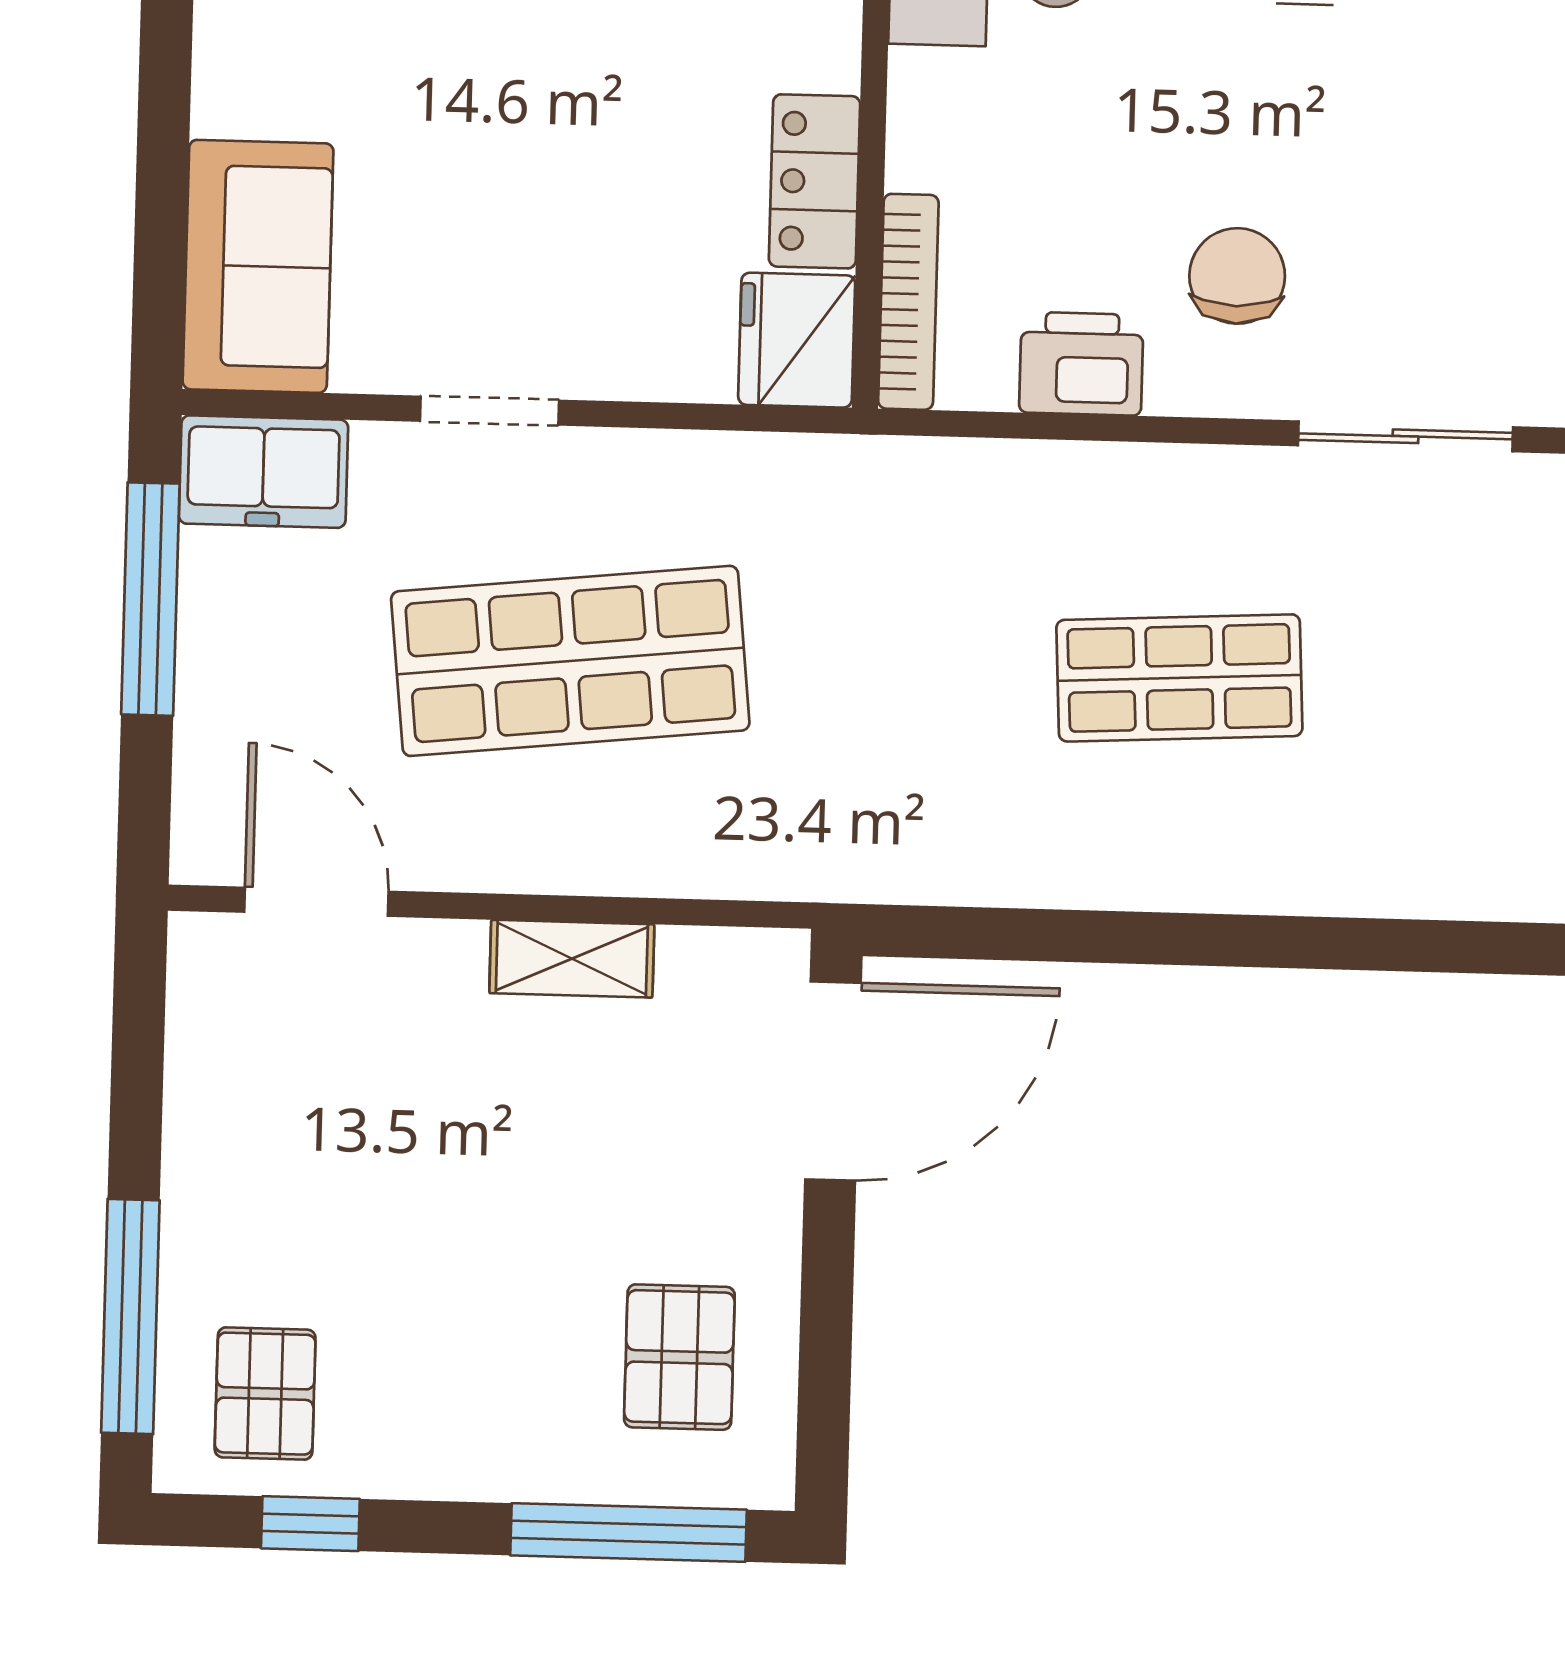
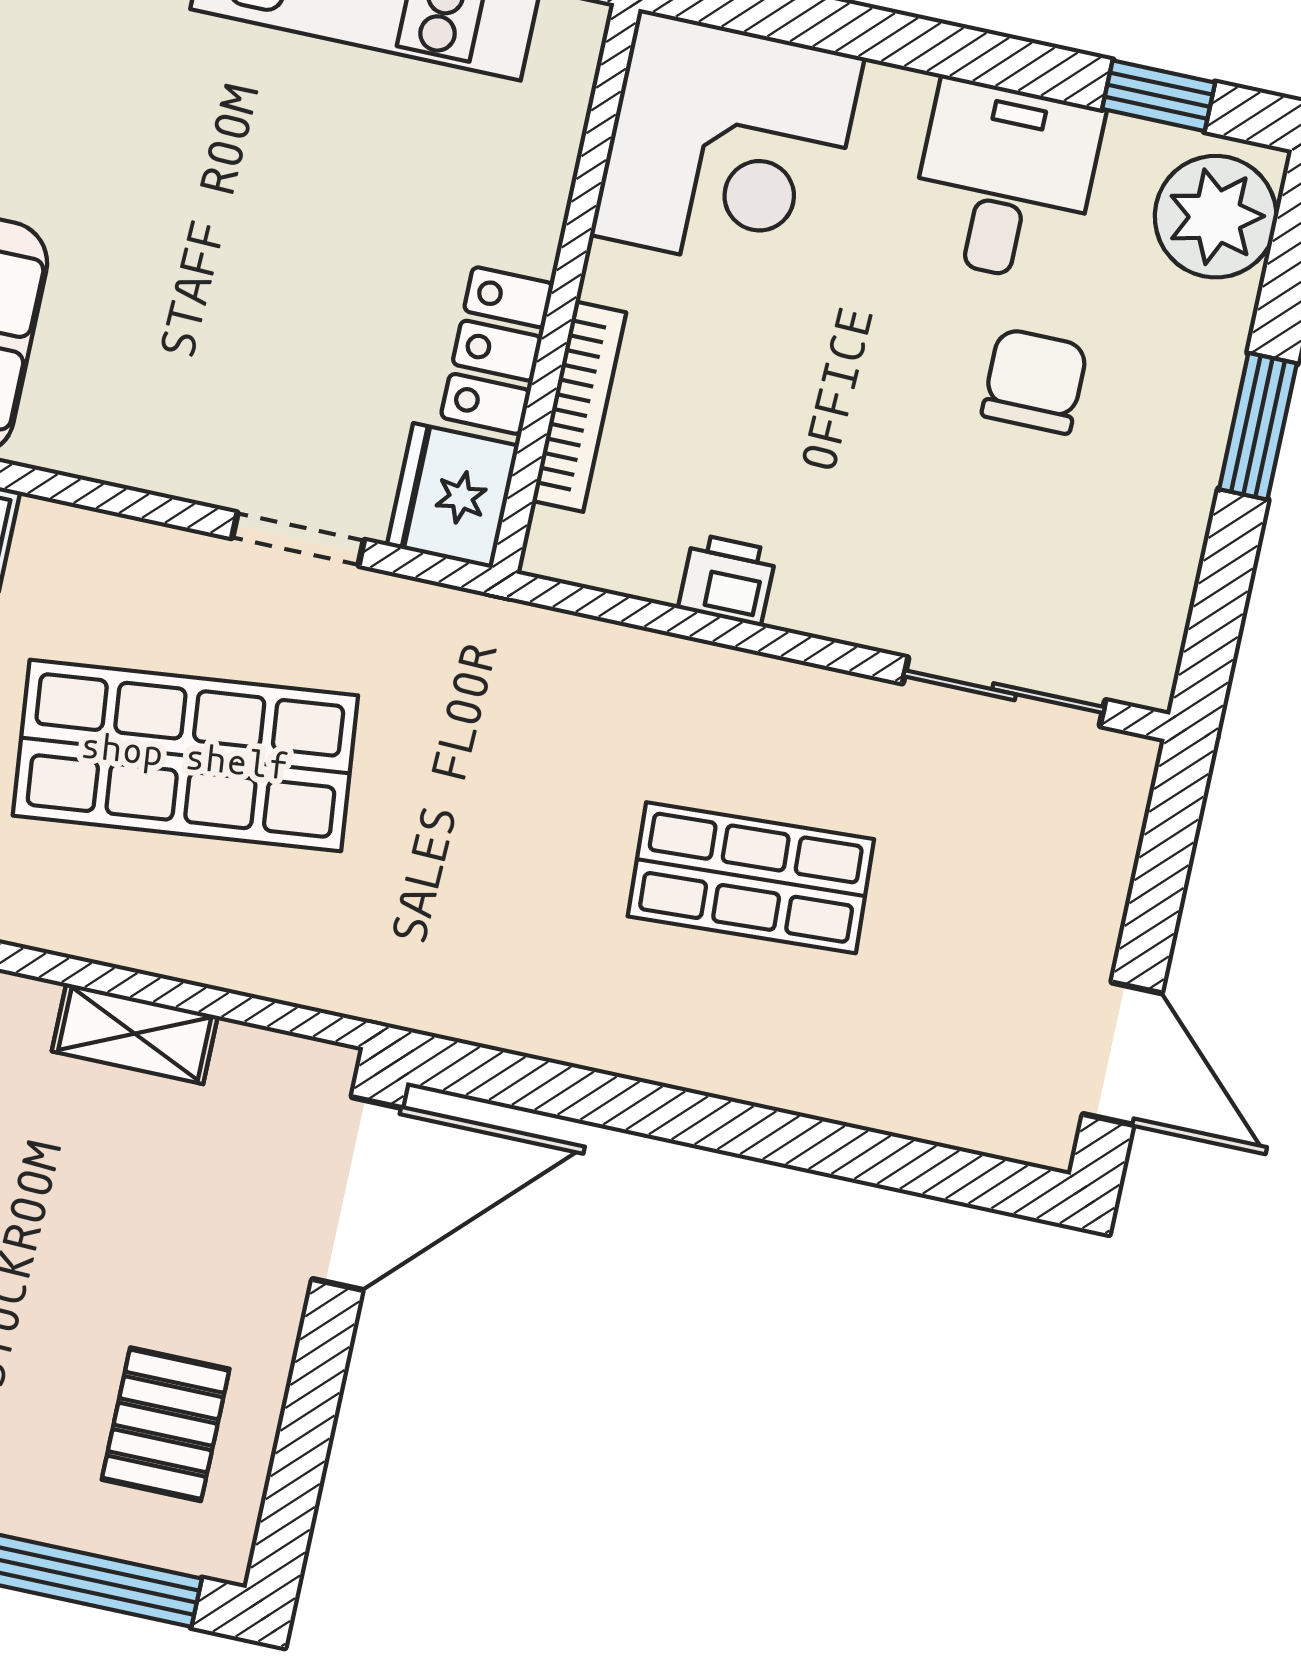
chair: (1237, 276) -> (1035, 381), moved
bookcase: (908, 302) -> (579, 407), moved
printer: (1081, 364) -> (727, 580), width x0.73, depth x0.81
doorway: (489, 411) -> (298, 539), moved

